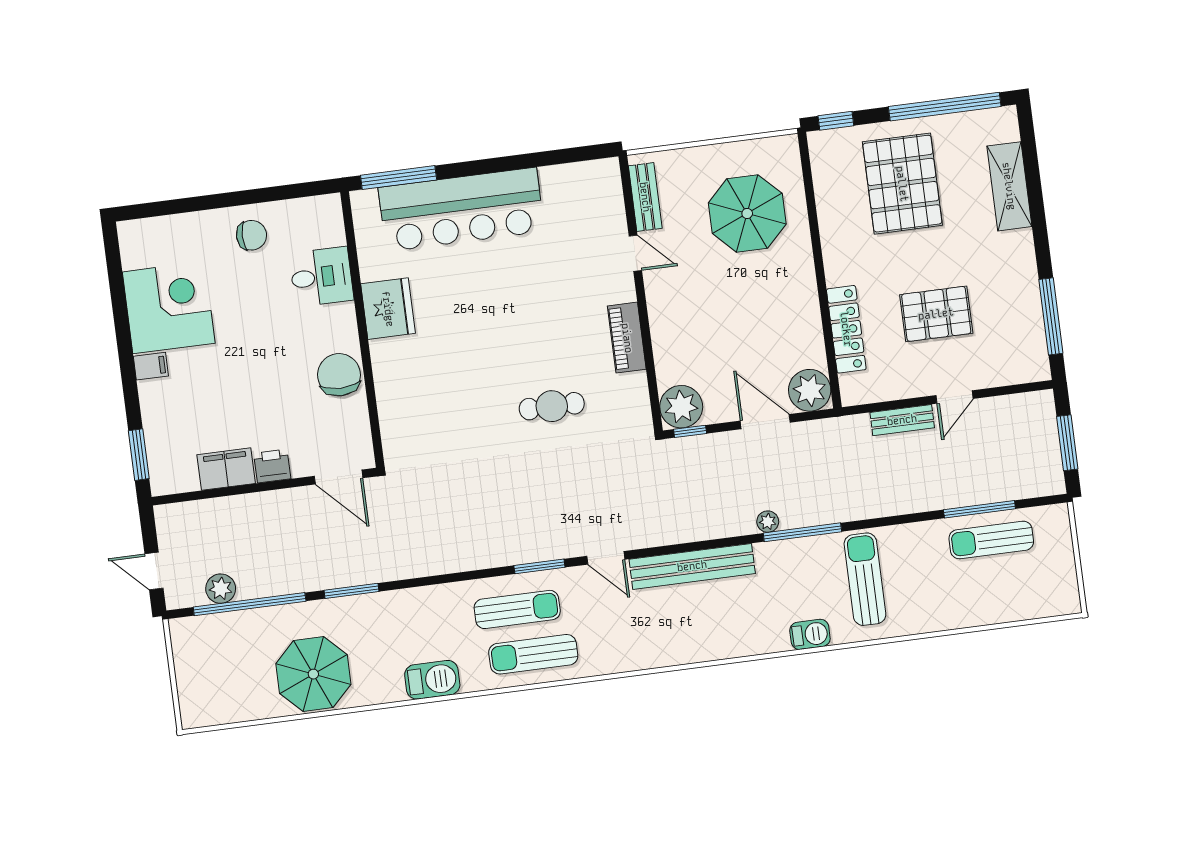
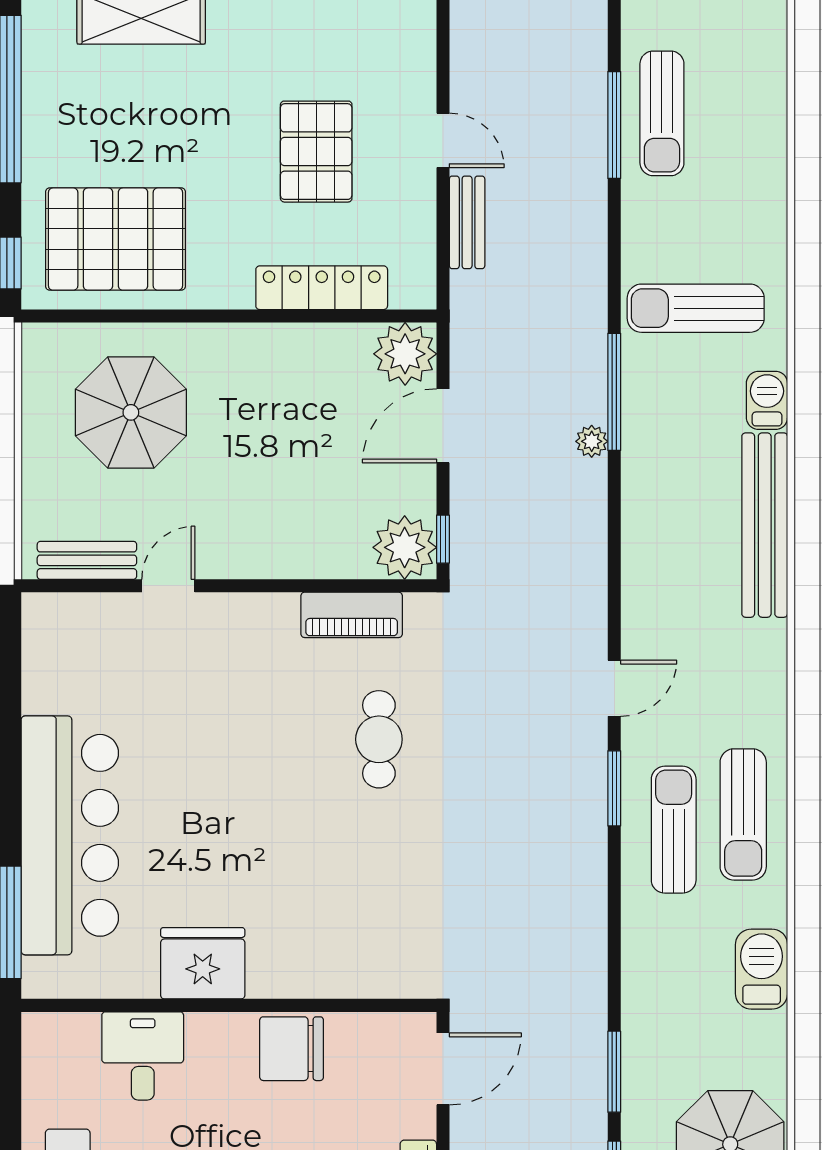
pallet: (902, 184) -> (115, 239), moved
piano: (627, 338) -> (352, 615), moved
bench: (692, 566) -> (765, 525), moved

